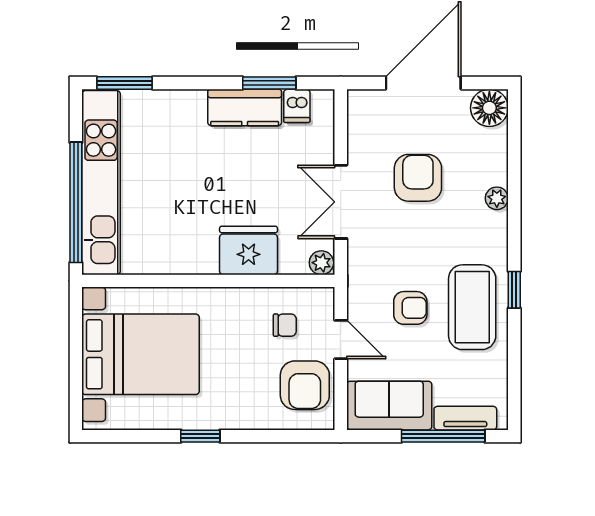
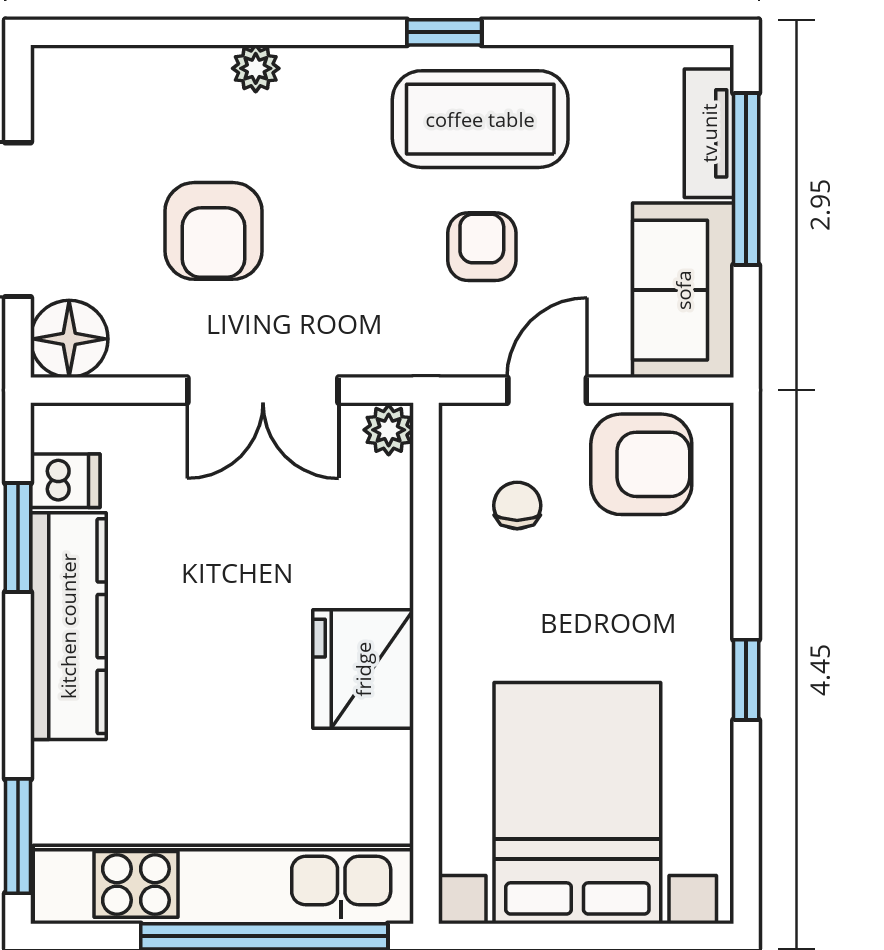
kitchen counter: (245, 107) -> (68, 626), width x1.50
floor lamp: (489, 108) -> (69, 339), moved
armchair: (418, 178) -> (213, 231), turned -90
fridge: (249, 250) -> (363, 669), moved

